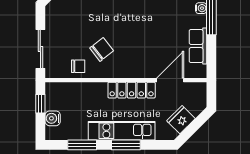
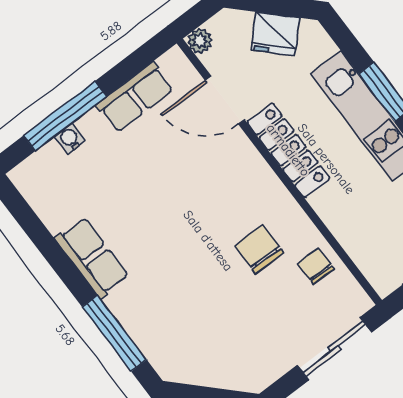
chair: (102, 49) -> (259, 249), turned 39
plant: (201, 88) -> (200, 41), added

